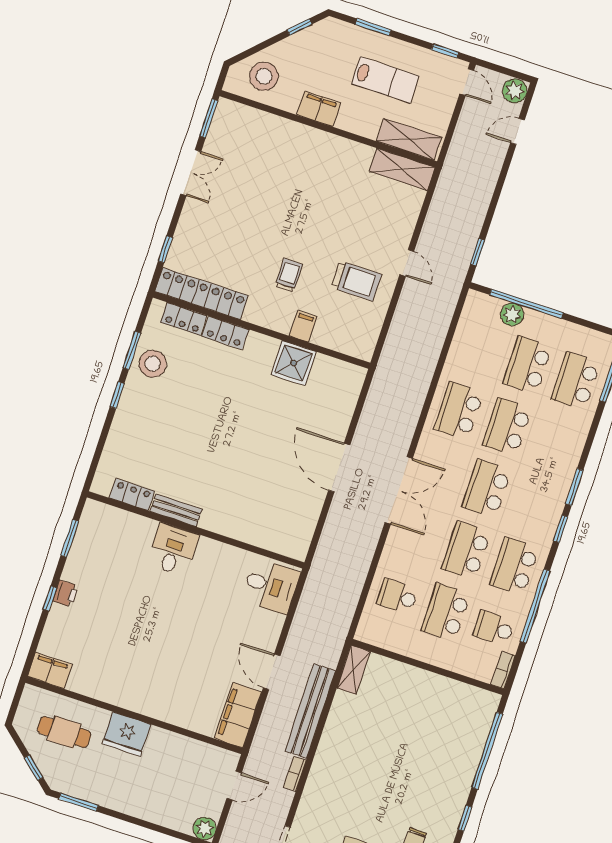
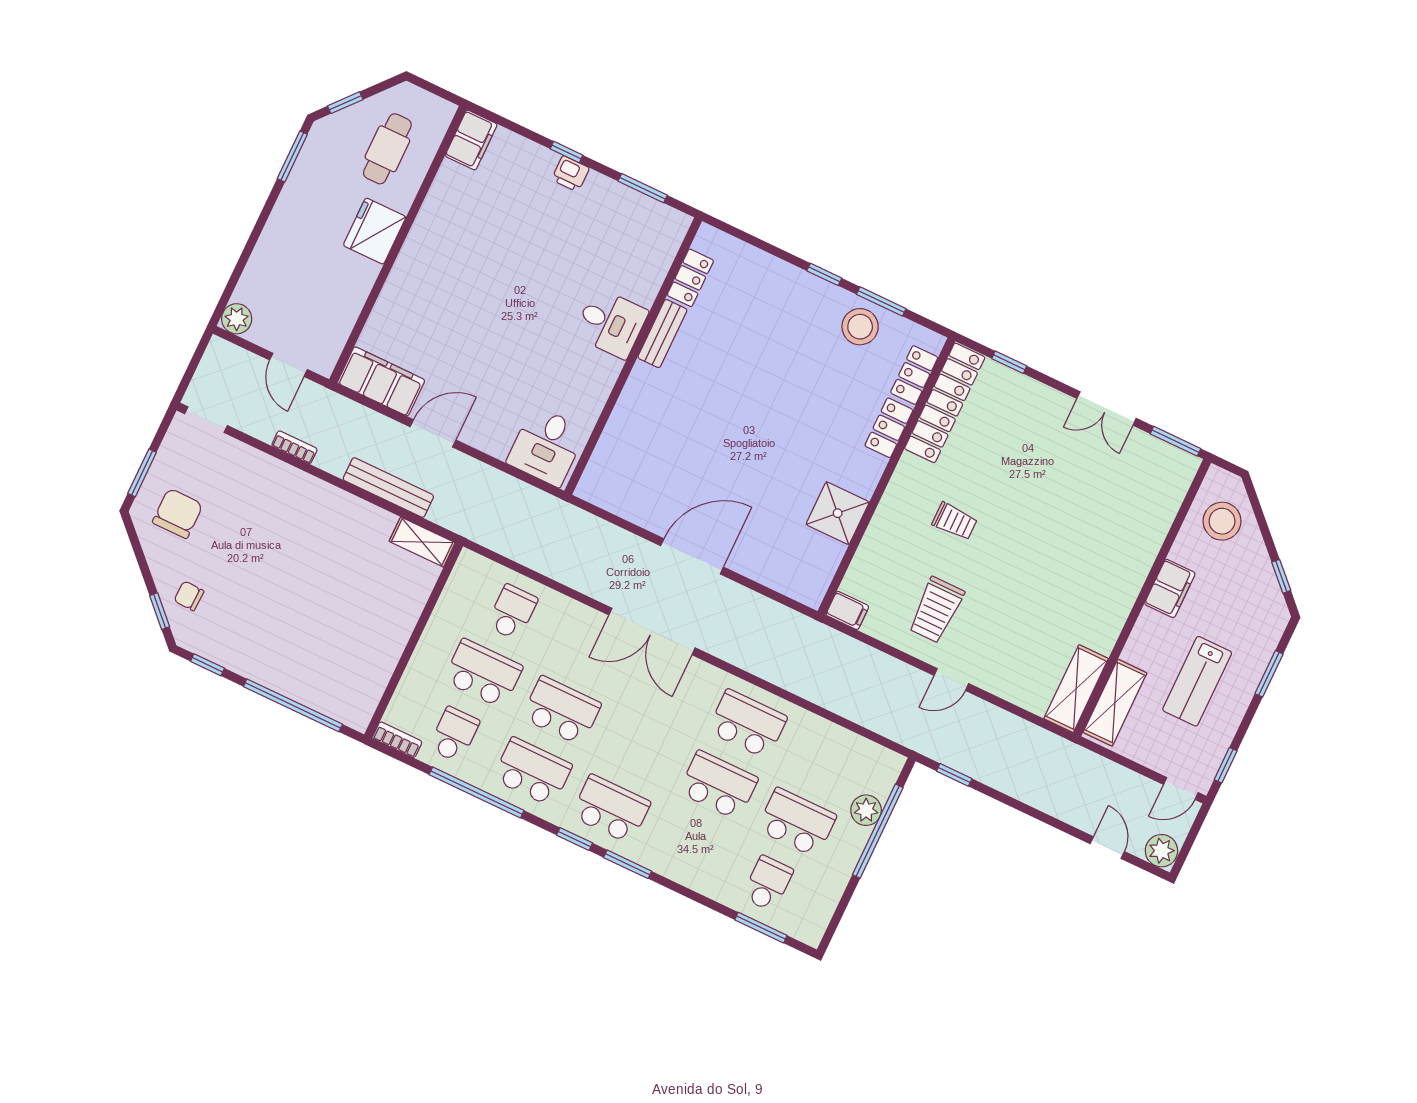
filing cabinet: (303, 326) -> (847, 610), moved
school desk: (576, 381) -> (768, 884), width x0.54
school desk: (487, 489) -> (611, 809), moved
bench: (310, 711) -> (388, 488), width x0.73, depth x0.82

